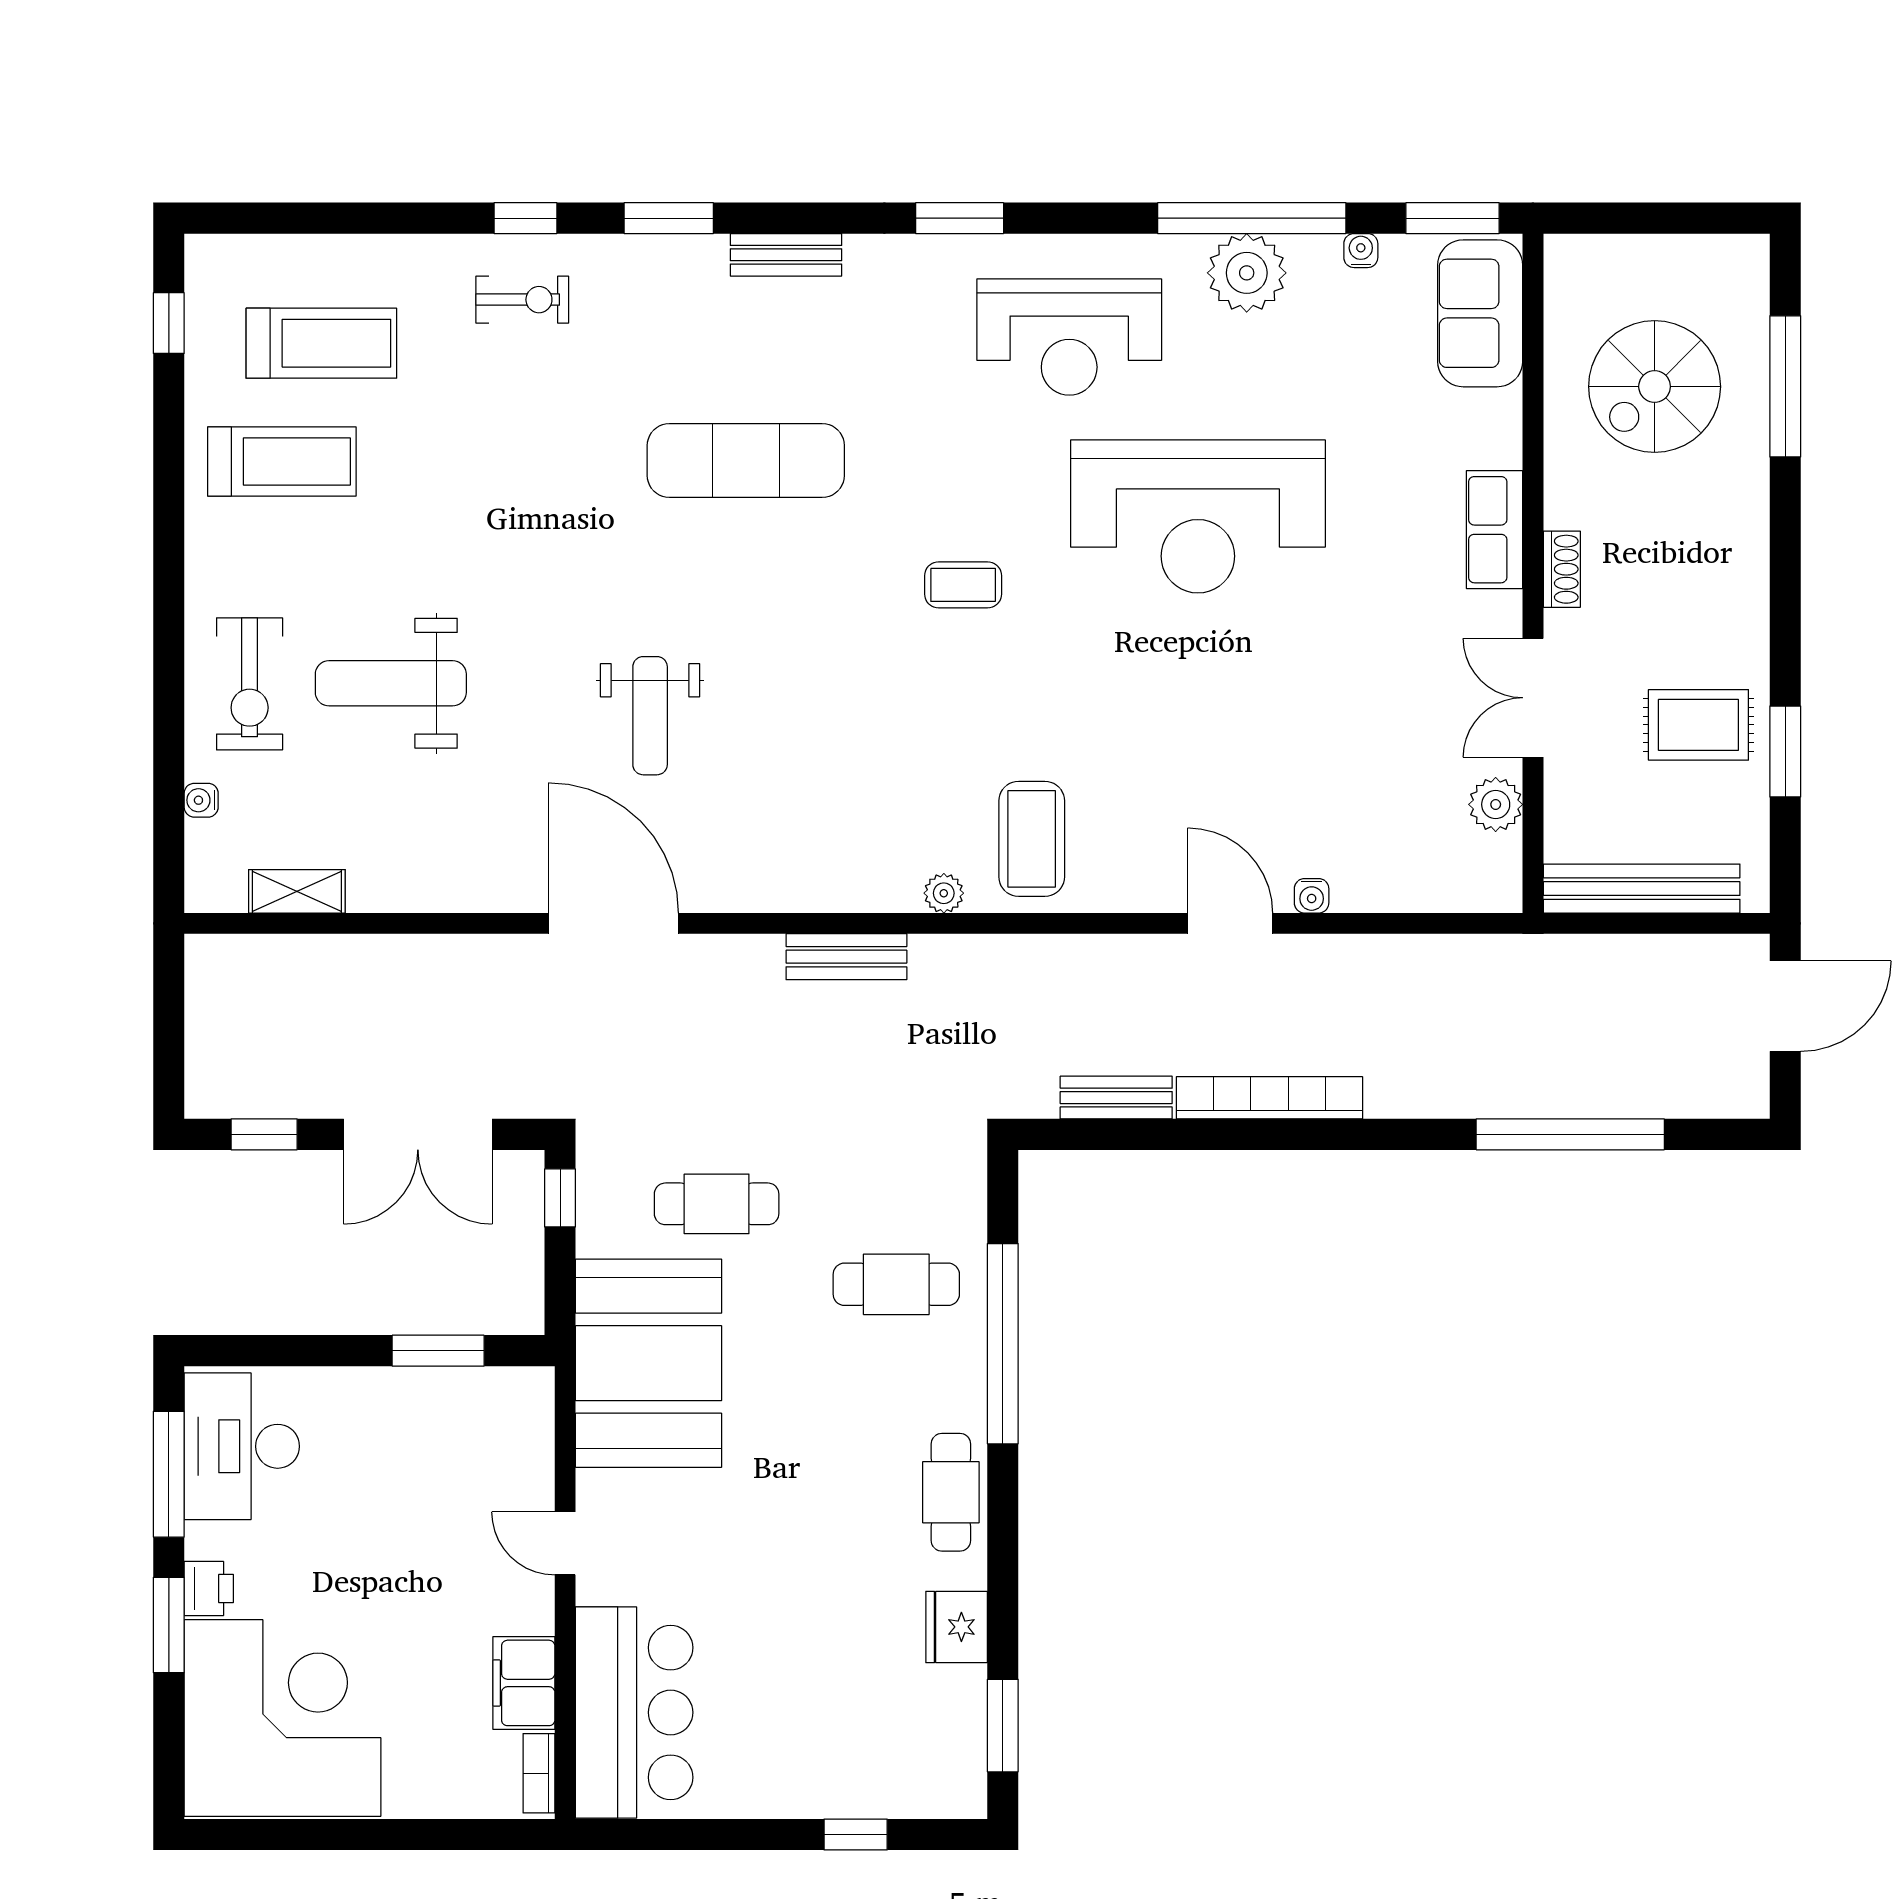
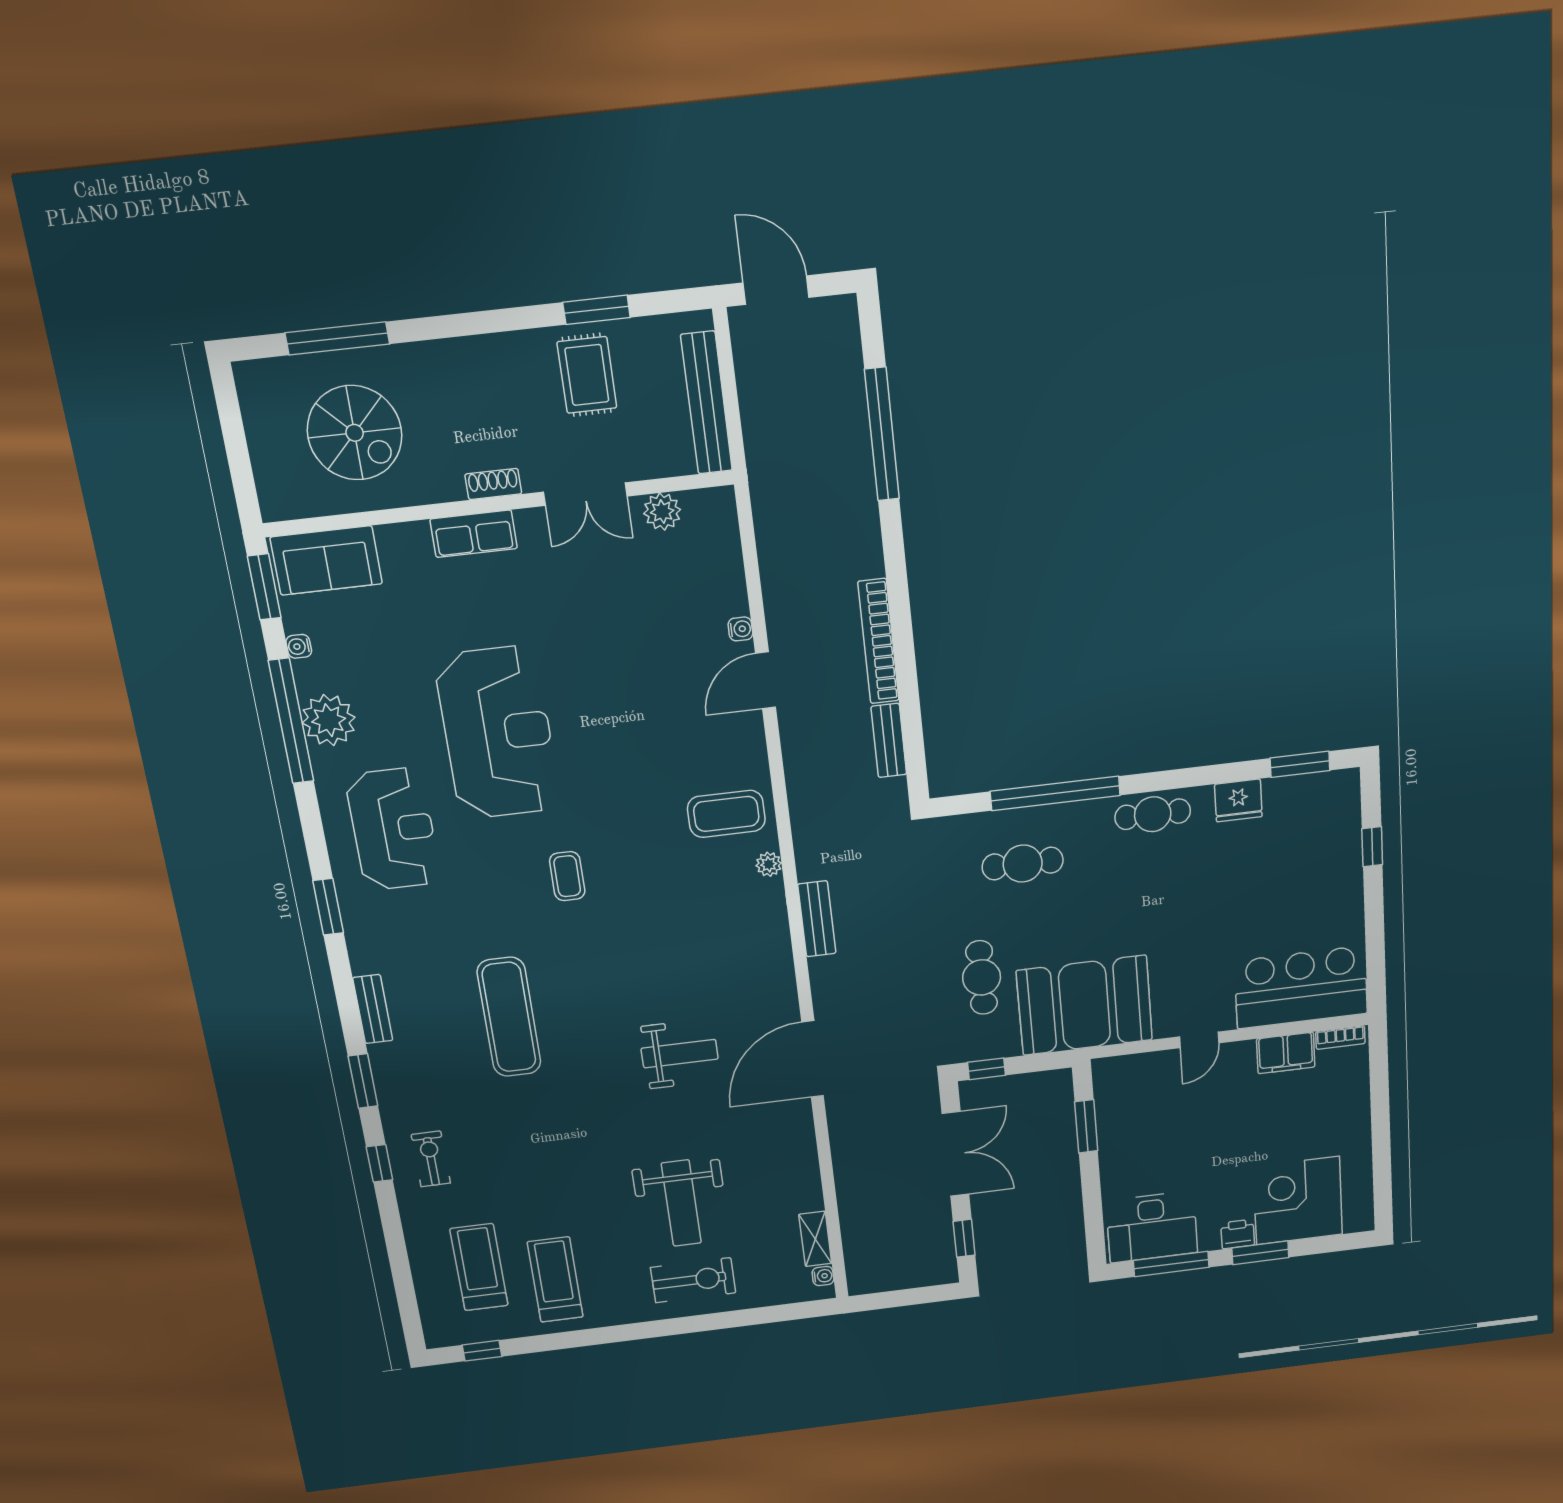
water cooler: (201, 800) -> (823, 1276), moved, turned -90
cafe table: (896, 1284) -> (1023, 864), turned 90
corner desk: (283, 1718) -> (1298, 1201), width x0.74, depth x0.74

